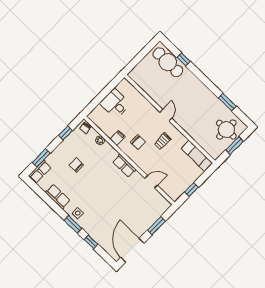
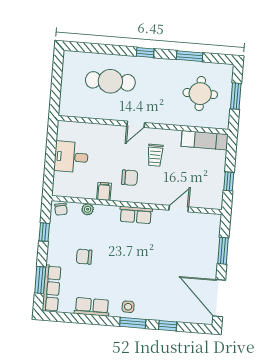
window: (184, 59) -> (145, 52), moved
cafe table: (168, 62) -> (110, 81), moved
door: (166, 115) -> (136, 124), swing flipped
round table: (226, 130) -> (200, 94), moved
row of seats: (40, 172) -> (51, 288), width x1.48

